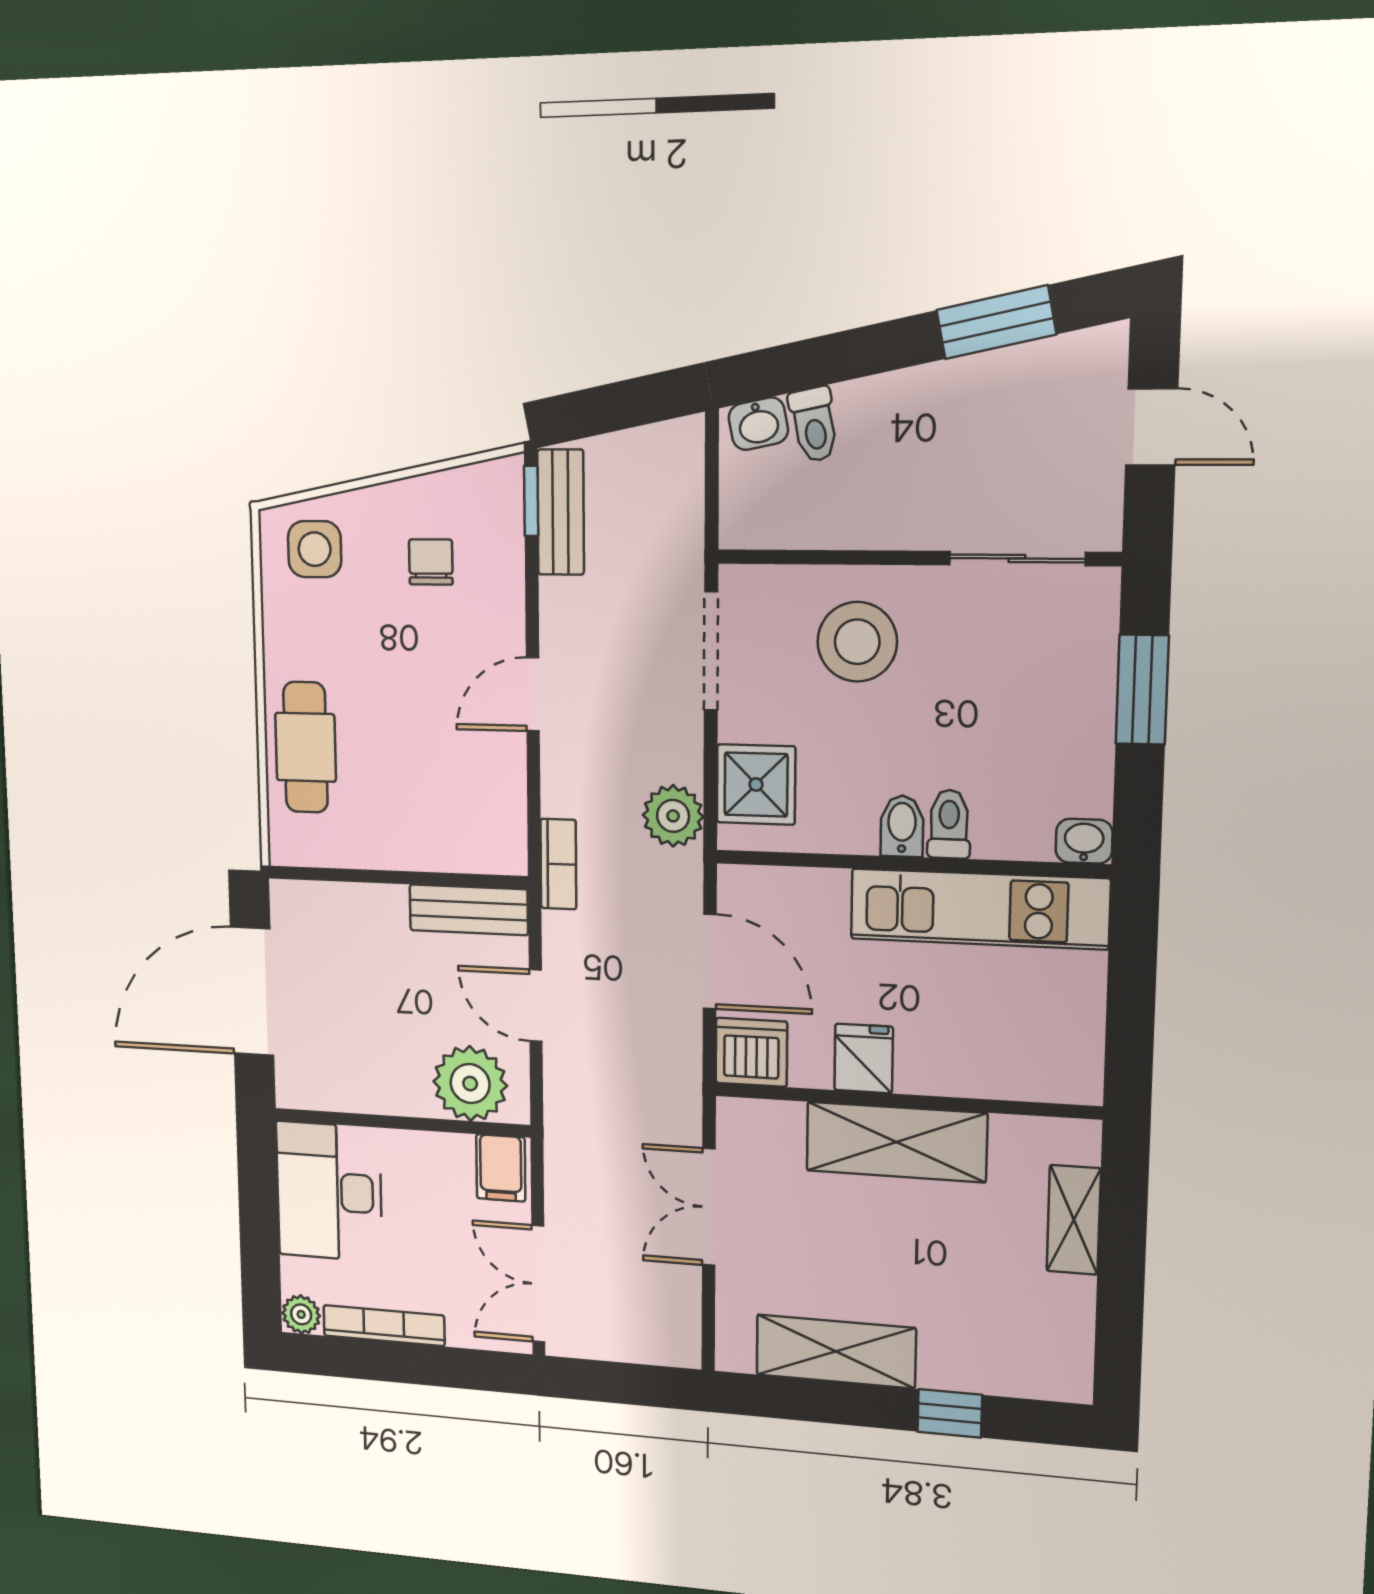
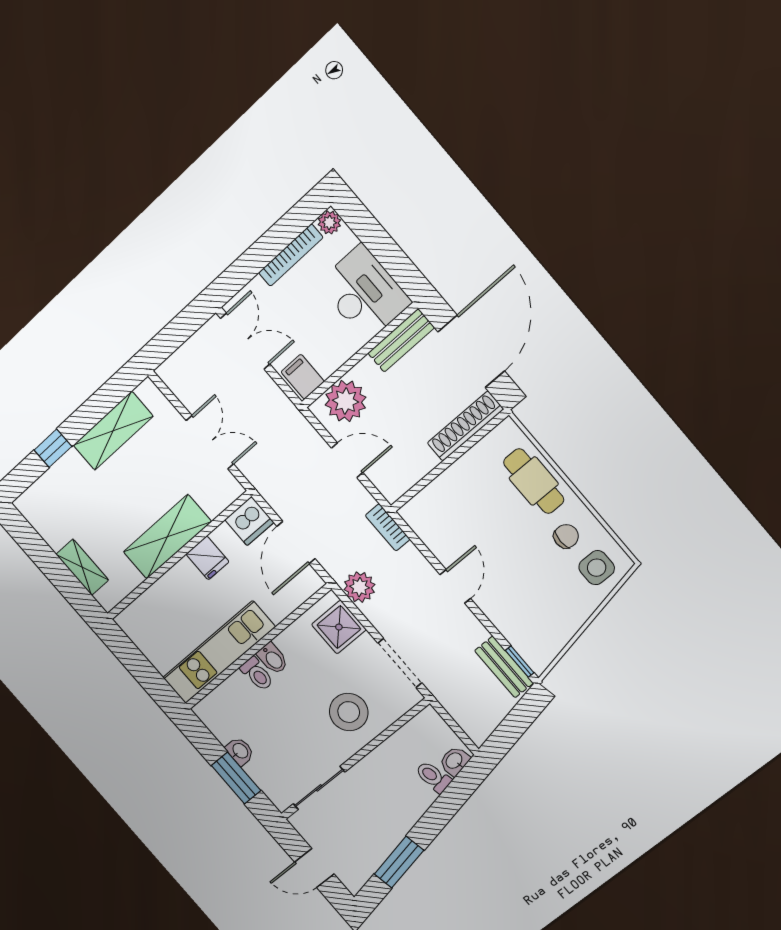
chair: (431, 562) -> (566, 536), moved, turned -90
washbasin: (1084, 841) -> (240, 751), moved, turned -90
shoe rack: (337, 903) -> (465, 426), added
bench: (469, 910) -> (401, 340), moved
door: (710, 961) -> (296, 542), hinge flipped

